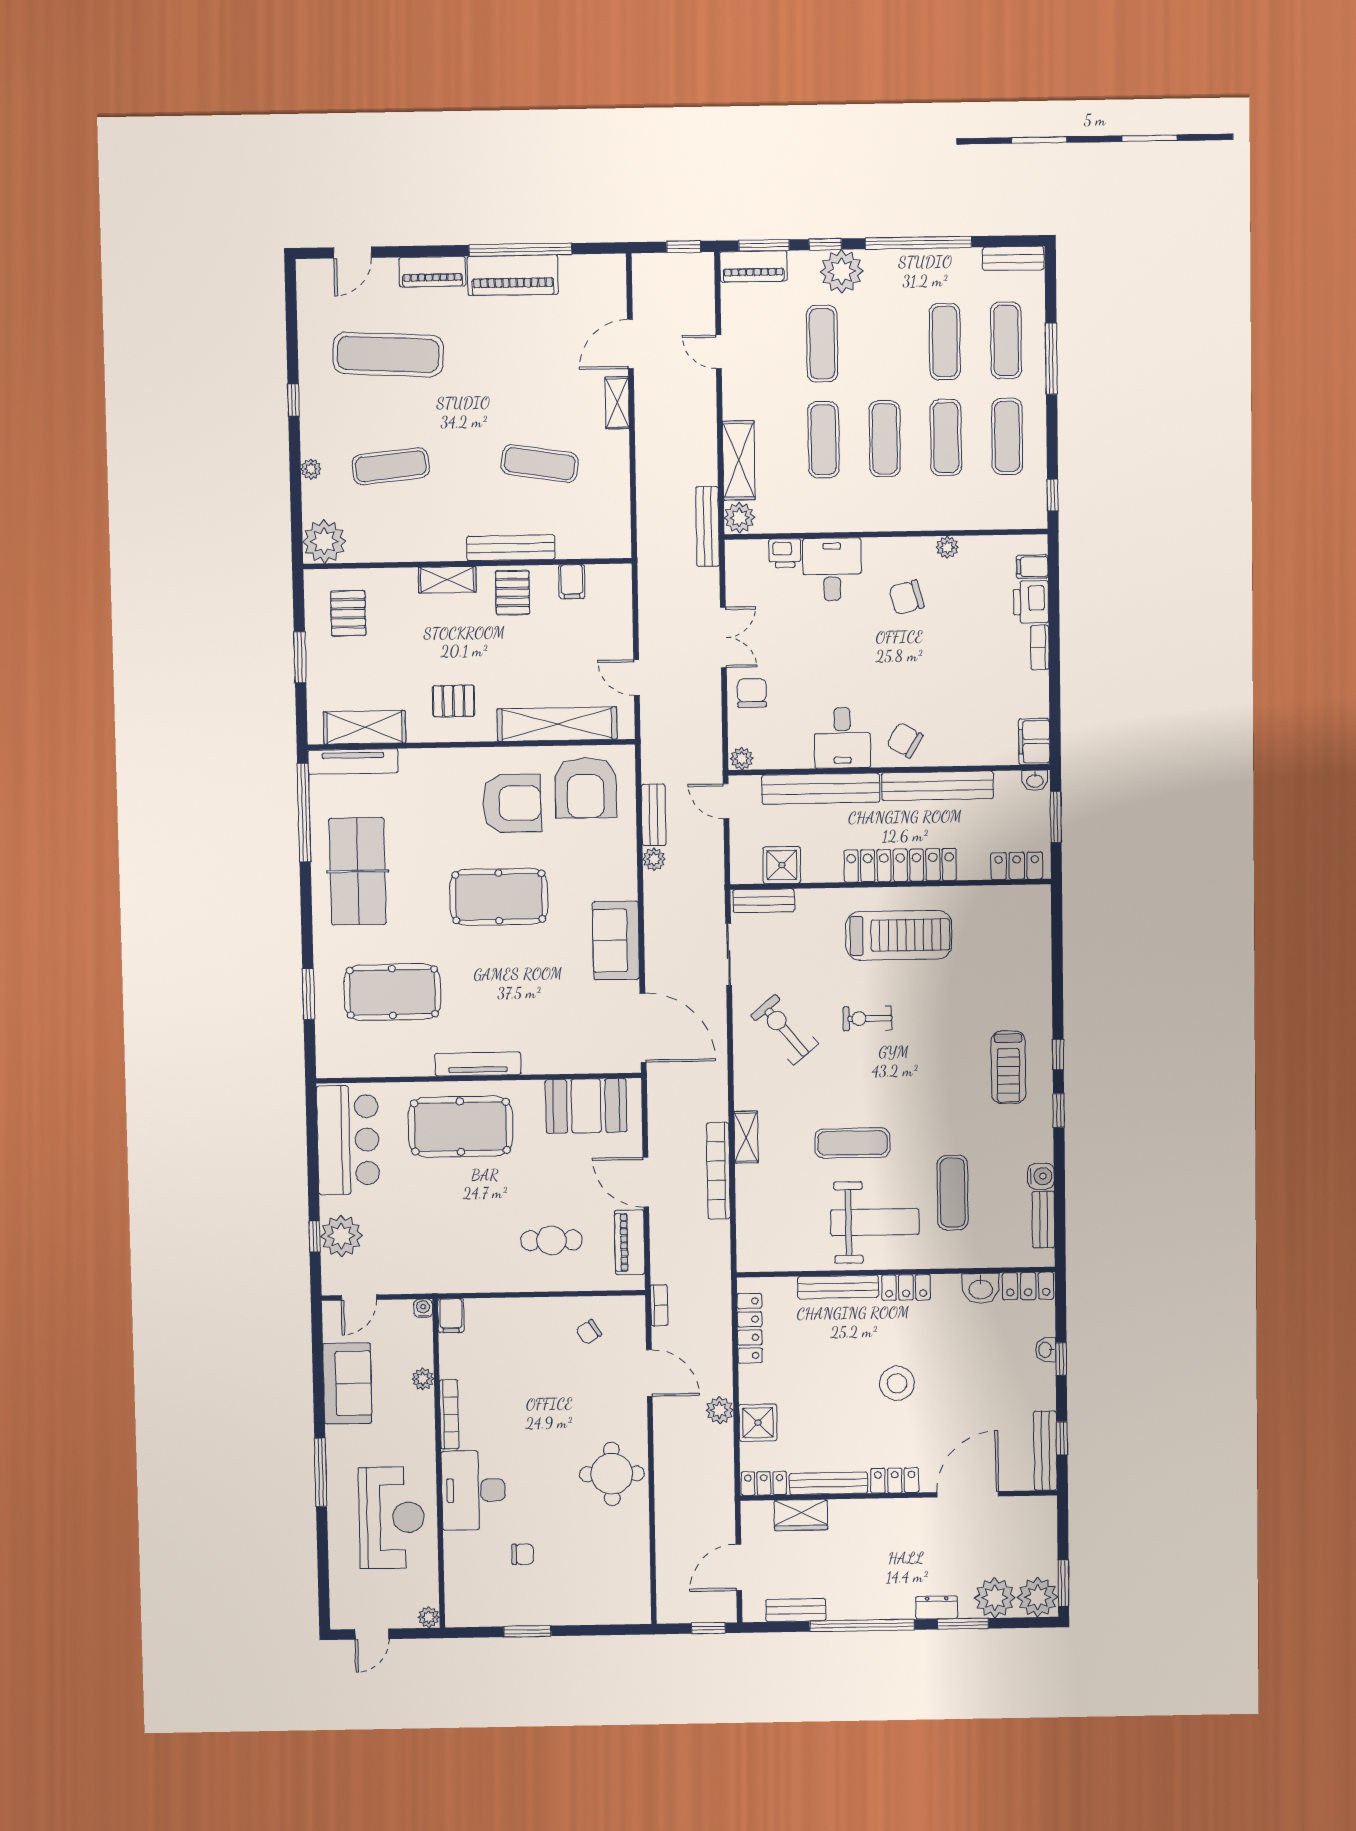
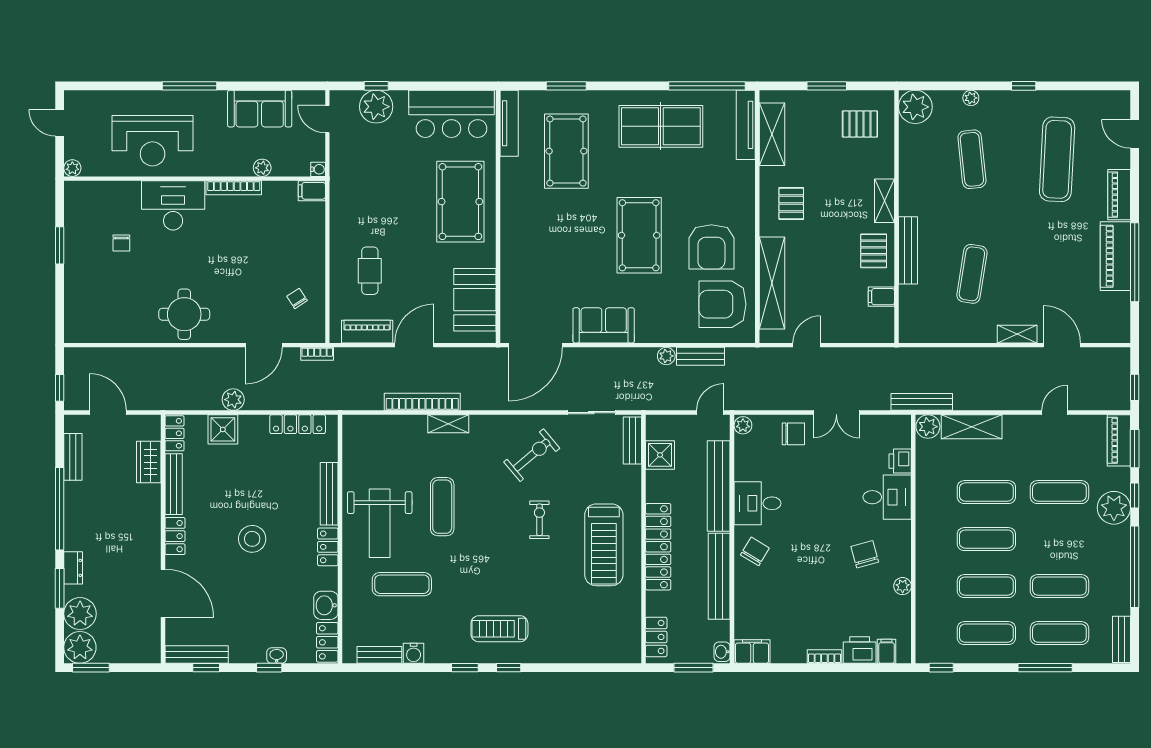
pallet: (513, 593) -> (874, 251), turned 90
tv unit: (478, 1064) -> (509, 123), moved

